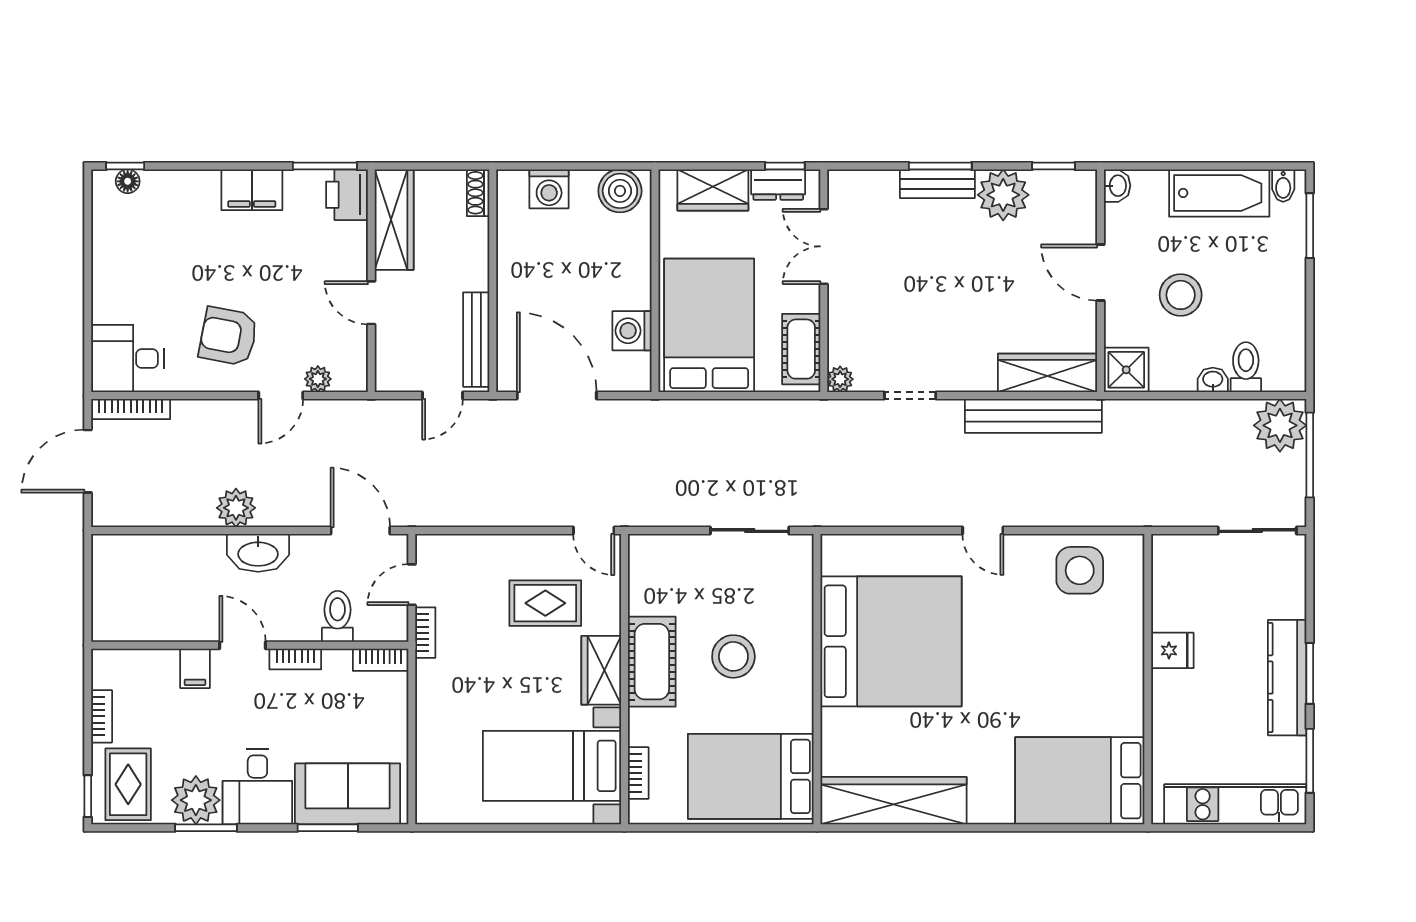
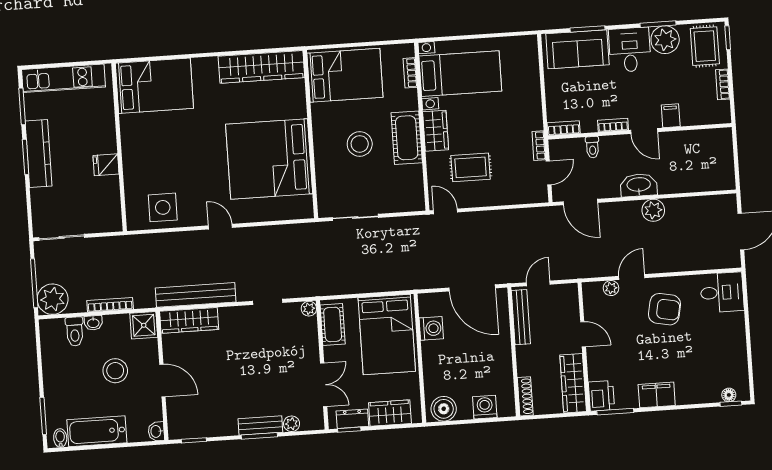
shoe rack: (478, 193) -> (525, 396), width x1.43
plant: (1003, 195) -> (292, 424), moved, width x0.53, depth x0.53
bookcase: (131, 409) -> (110, 305), moved
toilet: (337, 616) -> (592, 147), width x0.73, depth x0.72

